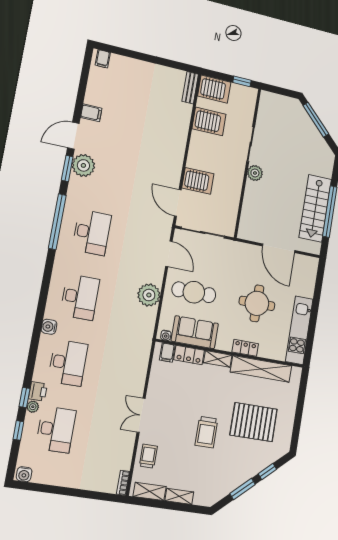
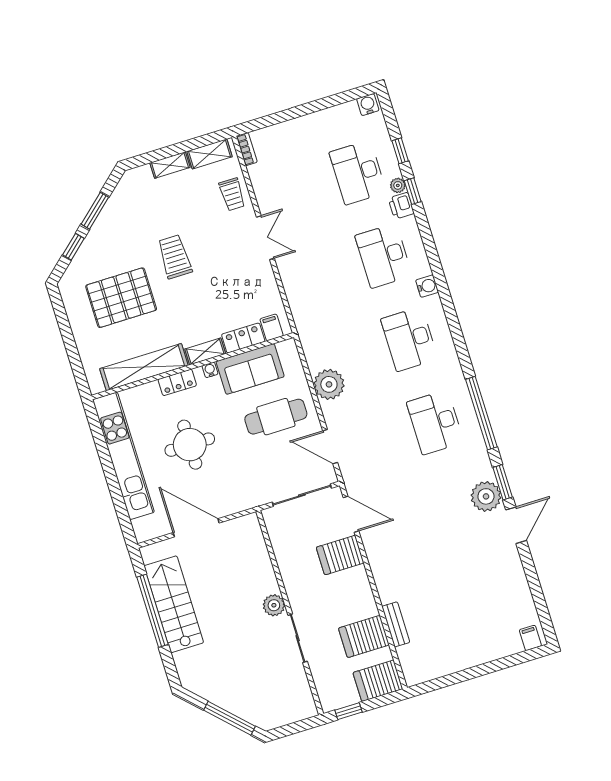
bench: (190, 88) -> (396, 624), moved
filing cabinet: (91, 113) -> (510, 565), removed
kitchen unit: (299, 330) -> (123, 456), width x1.36
water cooler: (166, 335) -> (210, 370), moved

